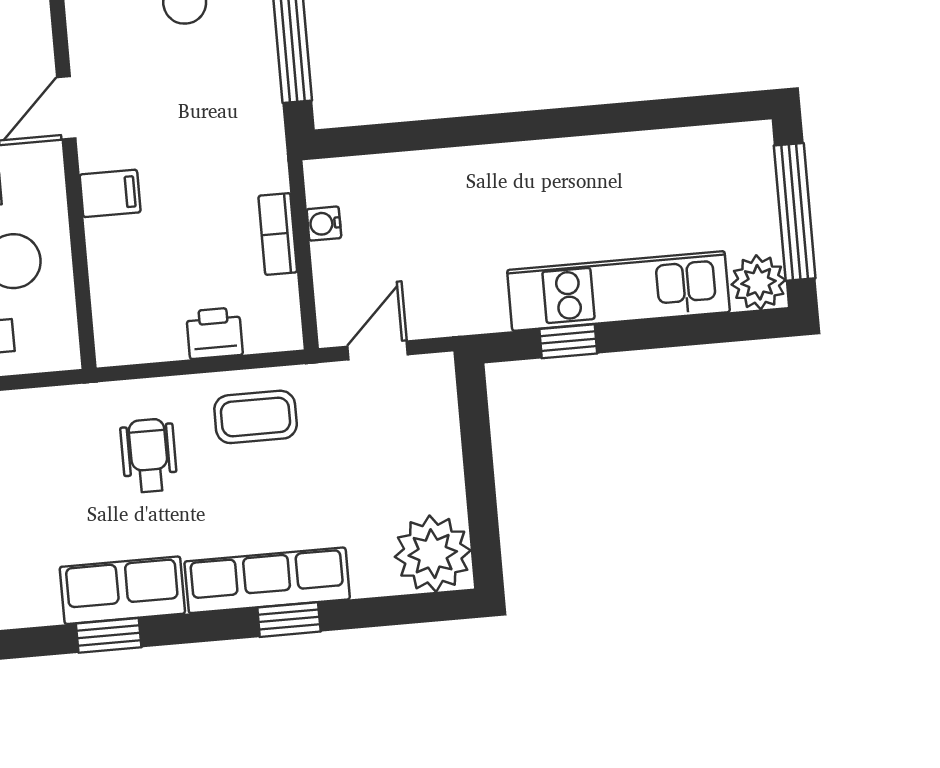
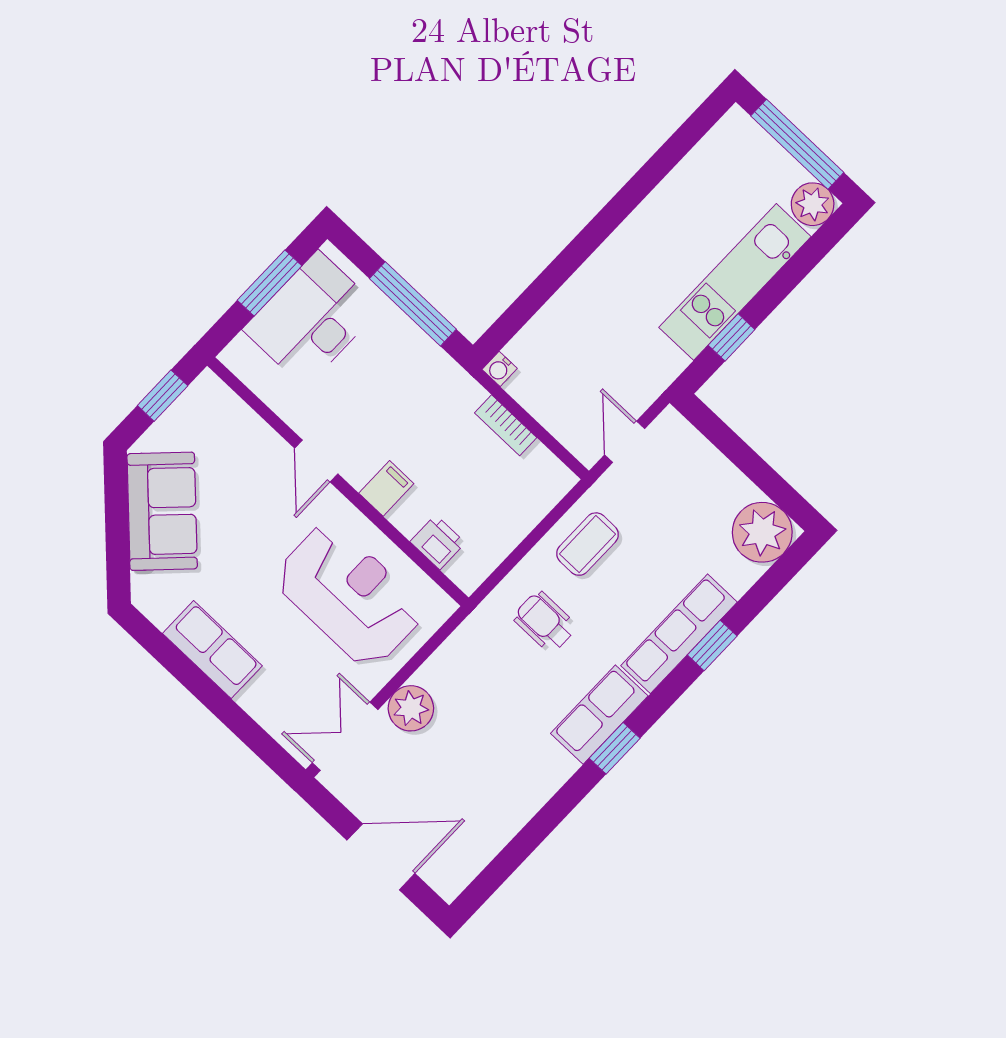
water cooler: (324, 224) -> (500, 369), moved
printer: (214, 333) -> (438, 542), moved, turned 90

